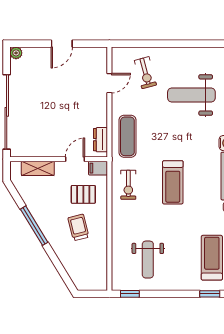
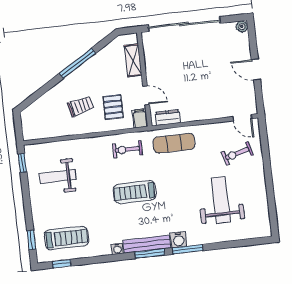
door: (109, 83) -> (242, 118), moved

